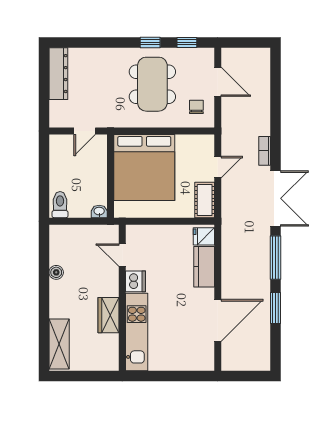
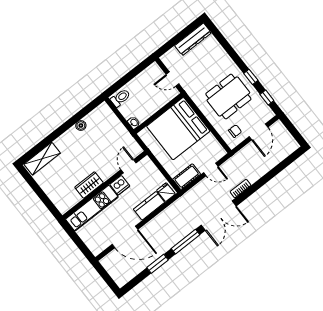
door: (122, 255) -> (129, 166), moved
dishwasher: (136, 281) -> (120, 185), moved
wall: (122, 298) -> (105, 185), moved
wardrobe: (109, 315) -> (89, 185), moved
kitchen unit: (137, 332) -> (92, 208), moved

